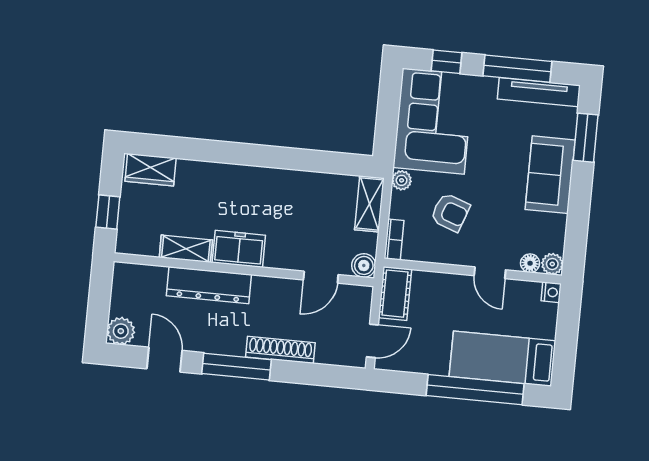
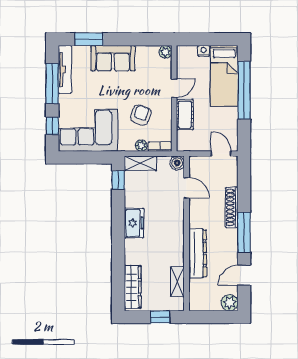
window: (345, 164) -> (118, 180), added
wardrobe: (151, 170) -> (133, 287), width x1.50
plant: (402, 180) -> (141, 146), moved
shelving: (186, 249) -> (177, 282), moved
freezer: (239, 249) -> (134, 223), moved, turned 180
floor lamp: (530, 263) -> (166, 65), removed
nightstand: (551, 292) -> (204, 51), moved
cot: (395, 294) -> (185, 115), moved, turned 90

